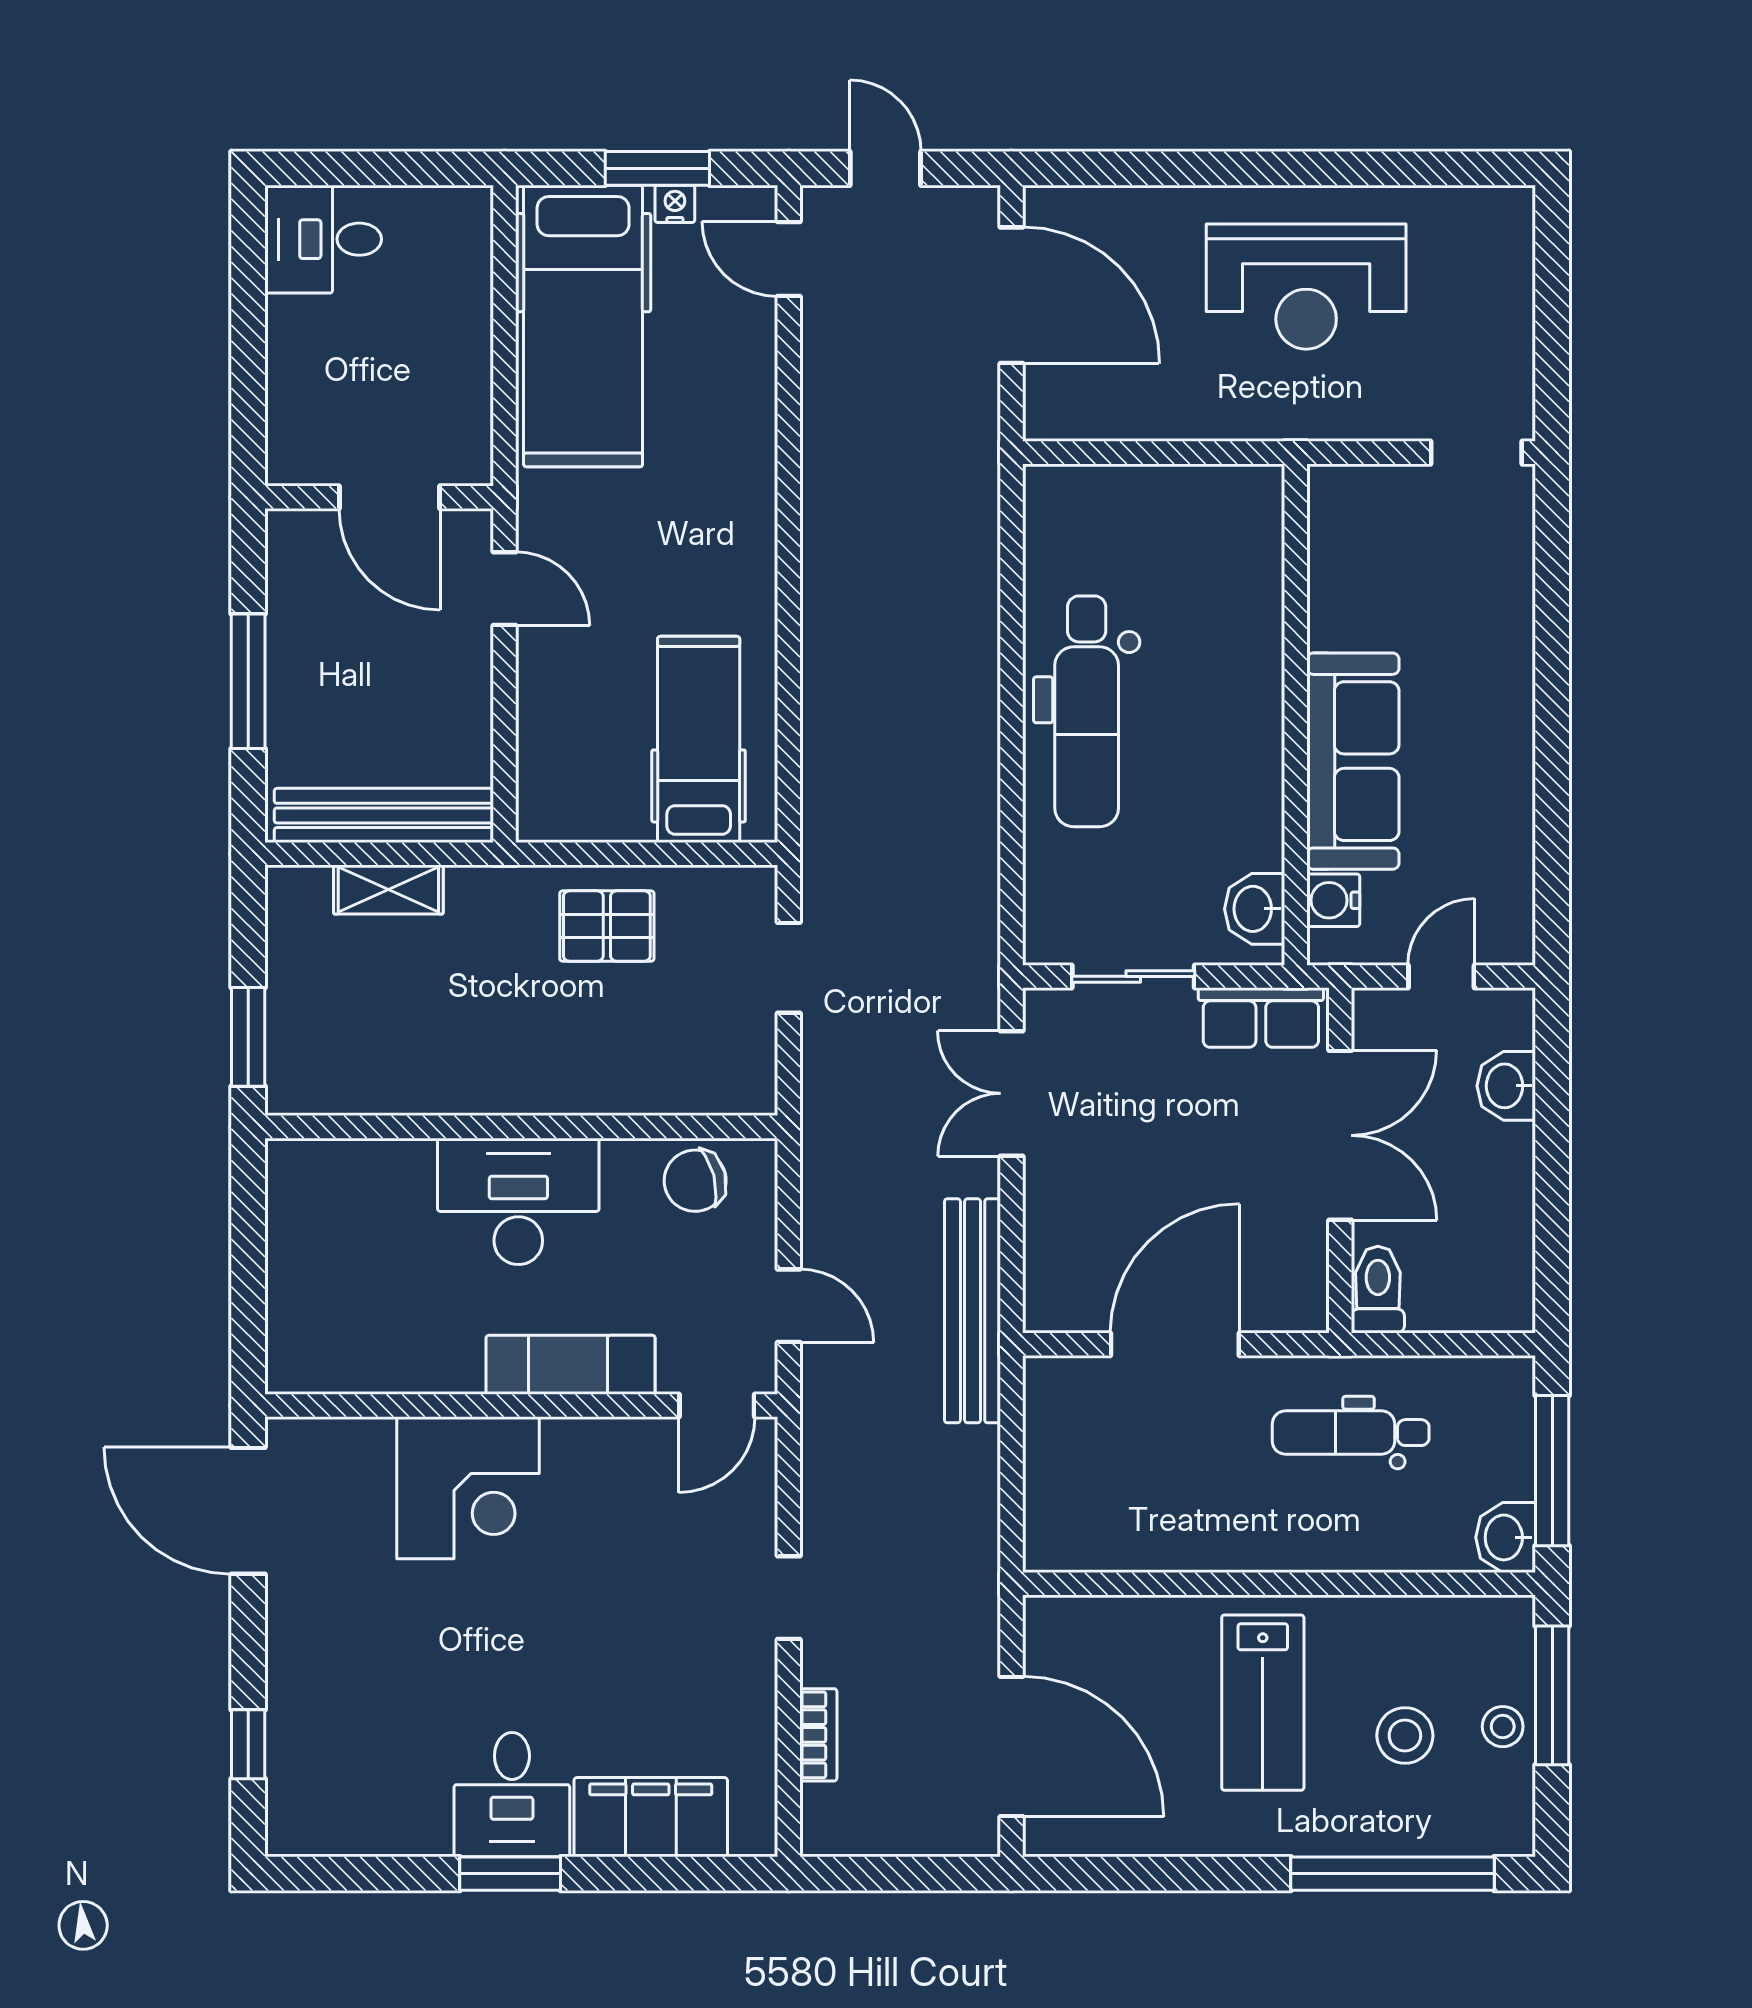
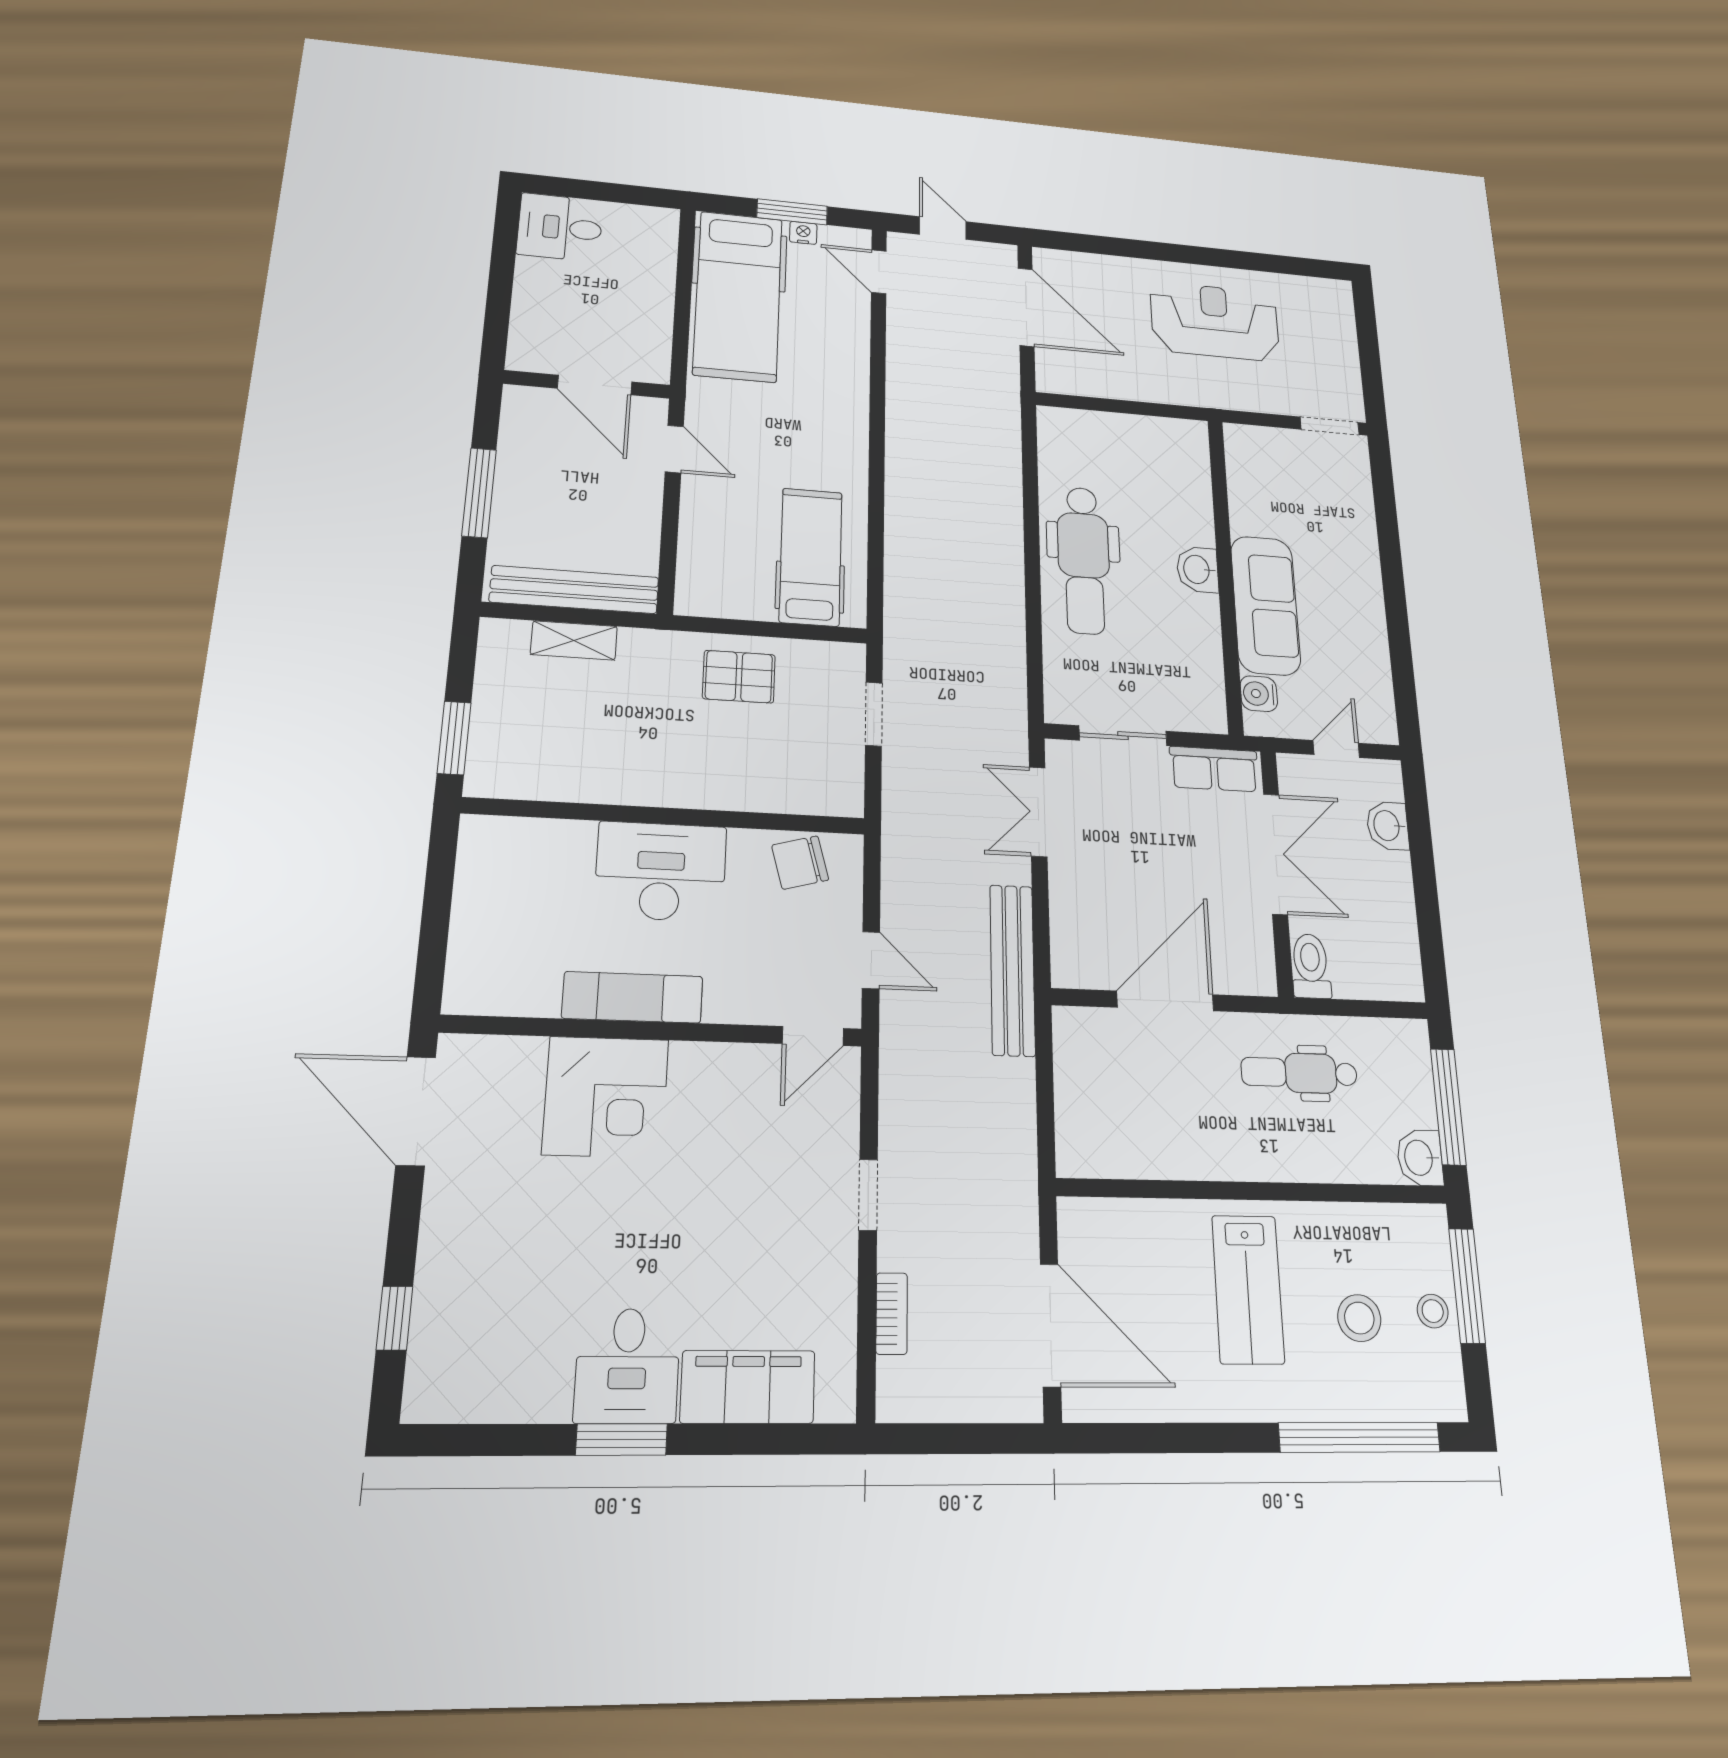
reception desk: (1306, 287) -> (1215, 321), turned 180
washbasin: (1255, 909) -> (1198, 569), moved
exam couch: (571, 1365) -> (632, 997), moved

